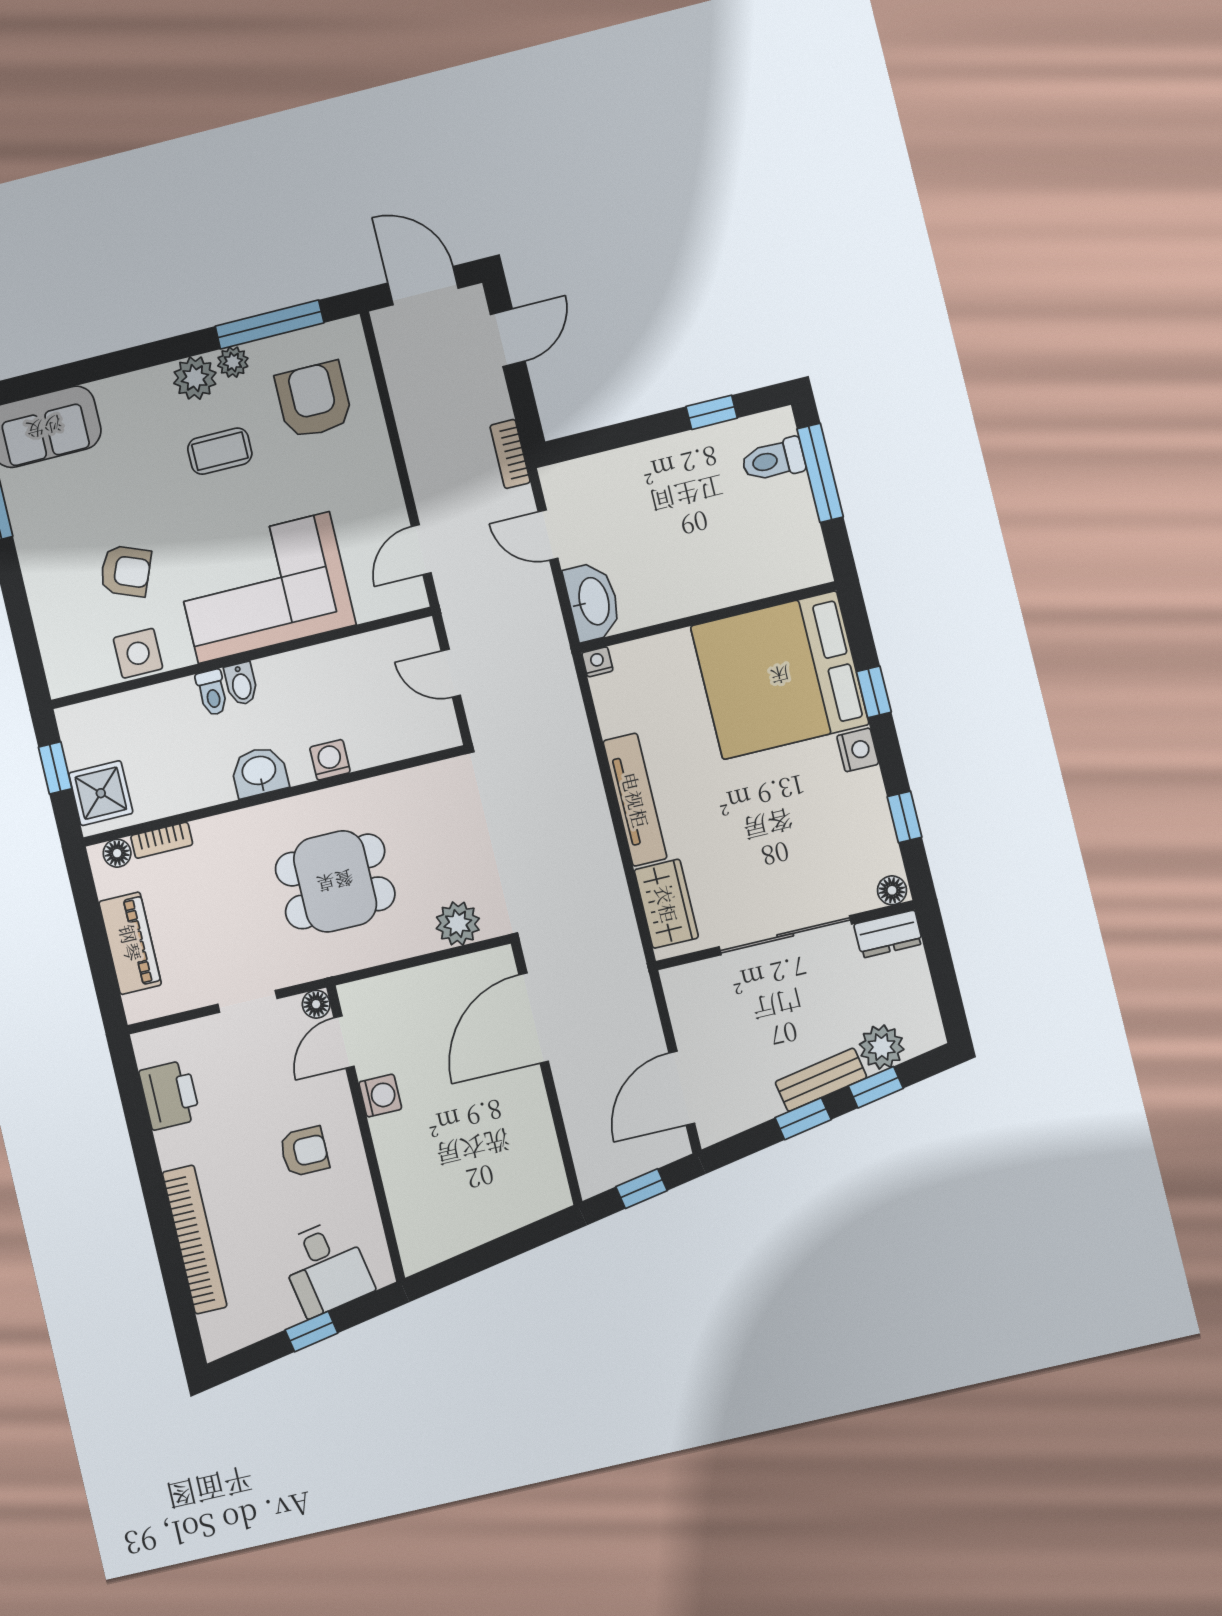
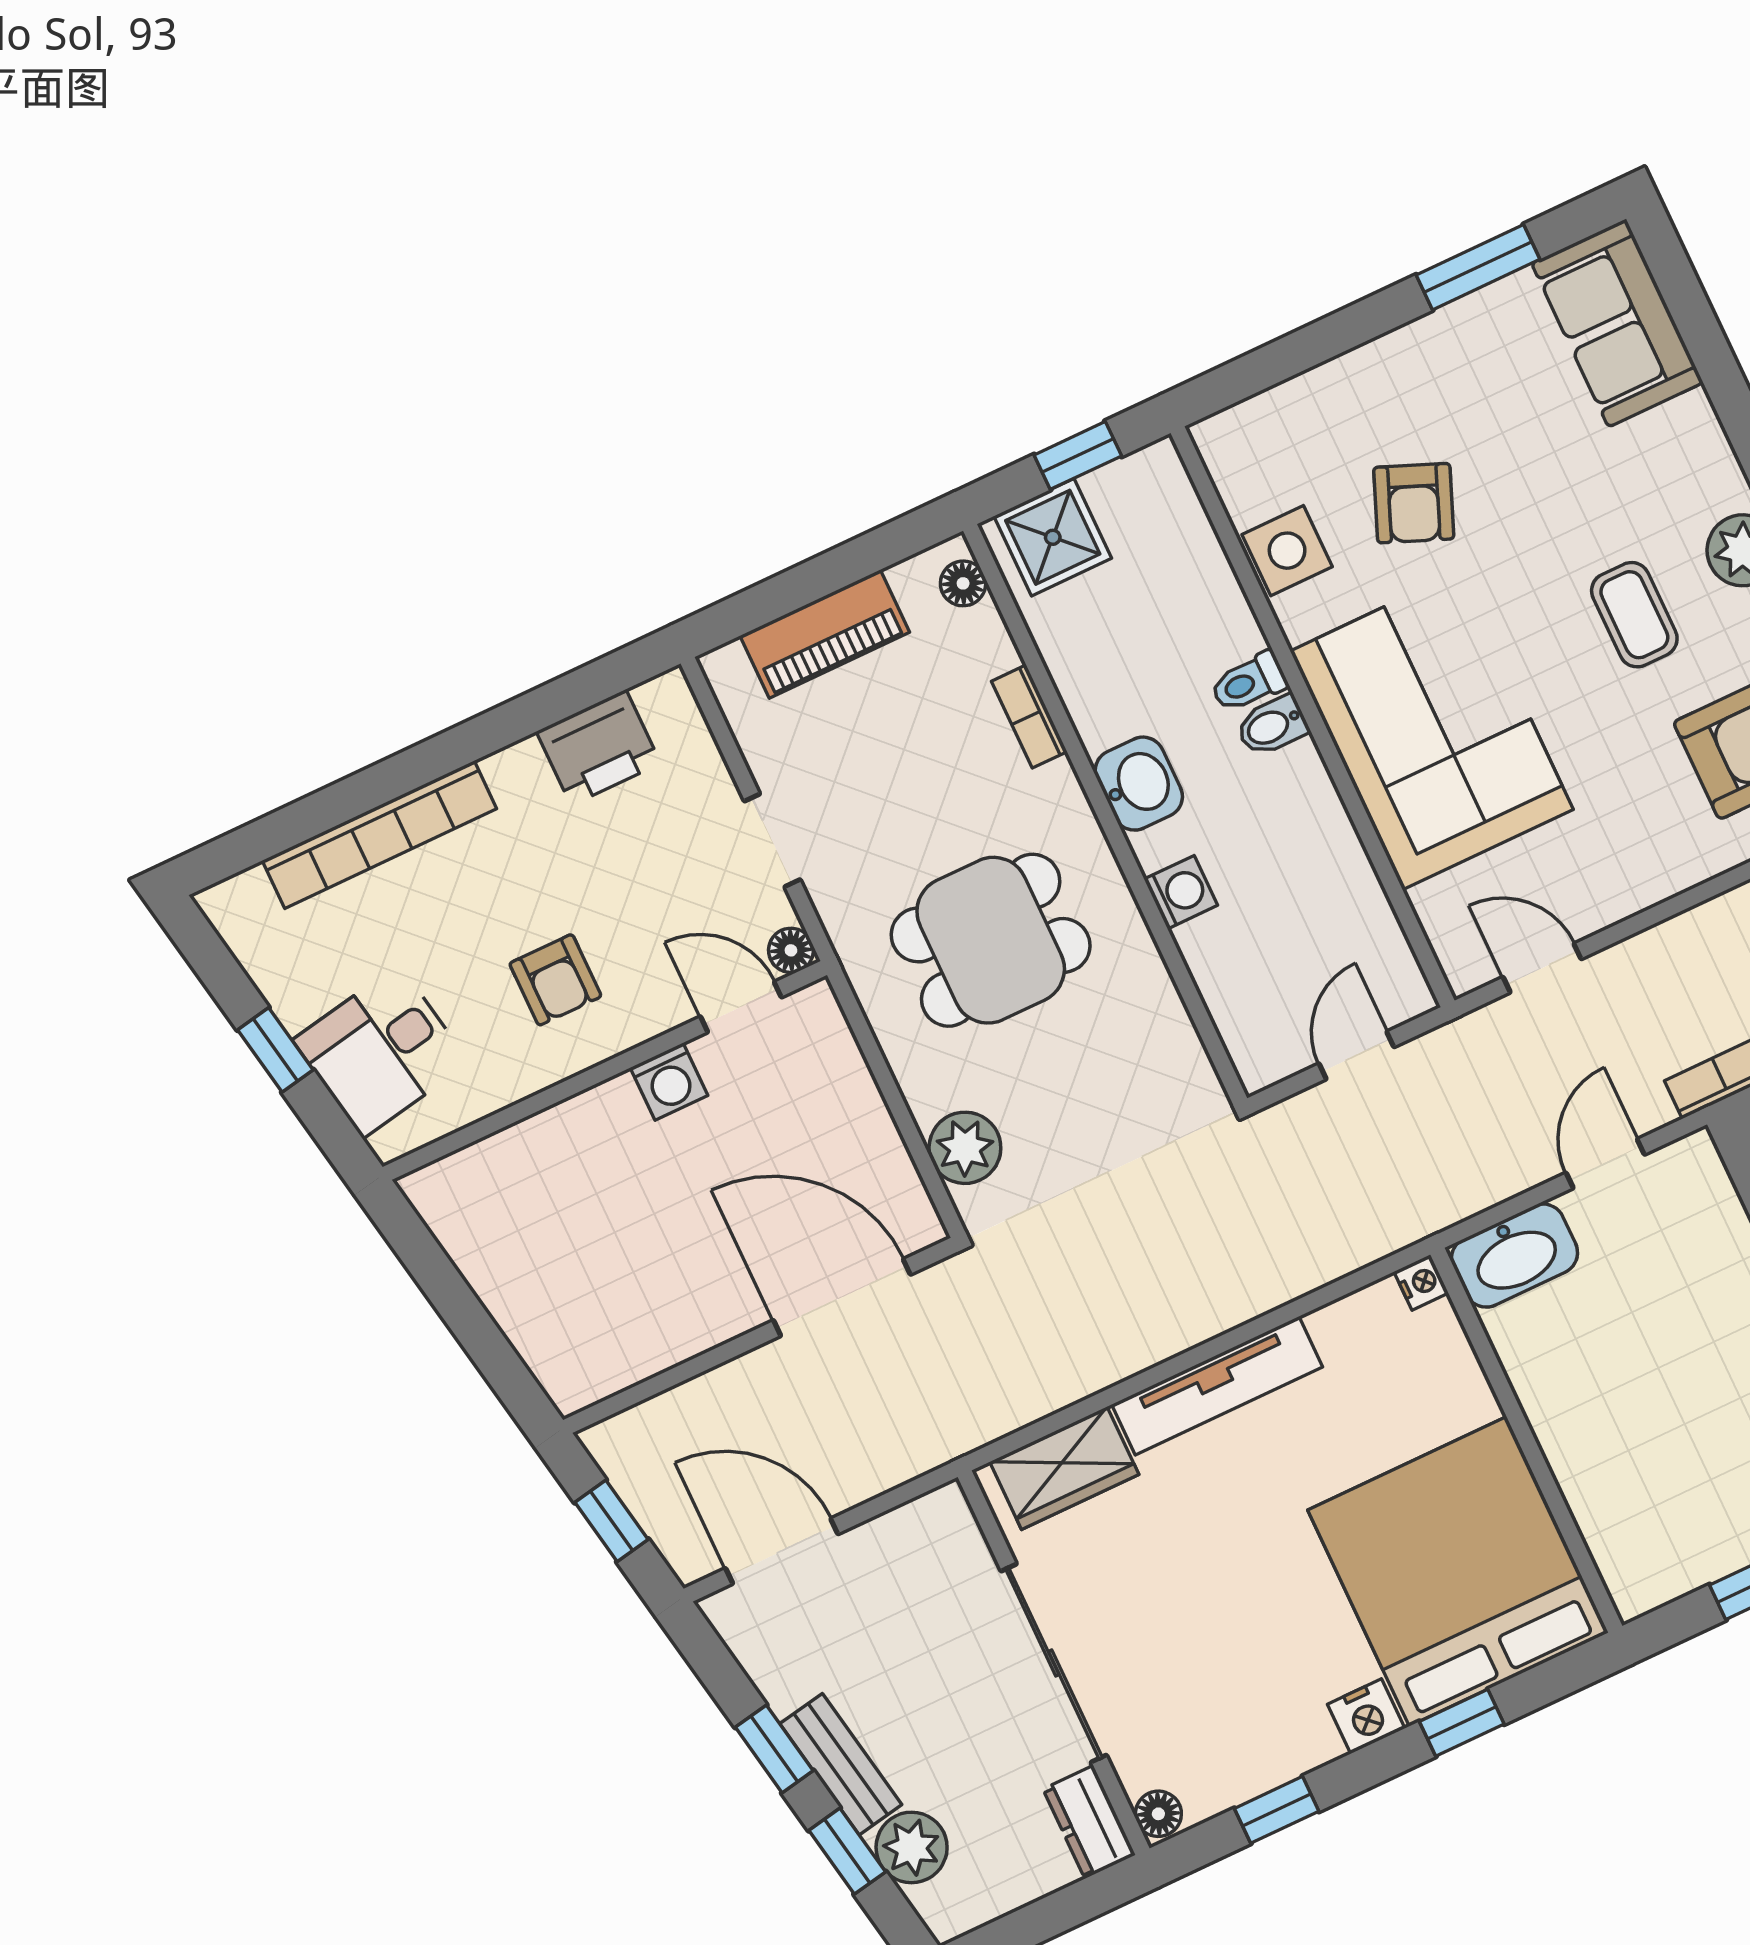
bookcase: (162, 840) -> (1029, 716), moved
dining table: (335, 881) -> (991, 940), turned 90

